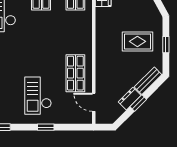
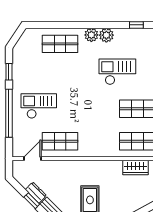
window: (46, 127) -> (9, 113), width x3.17

